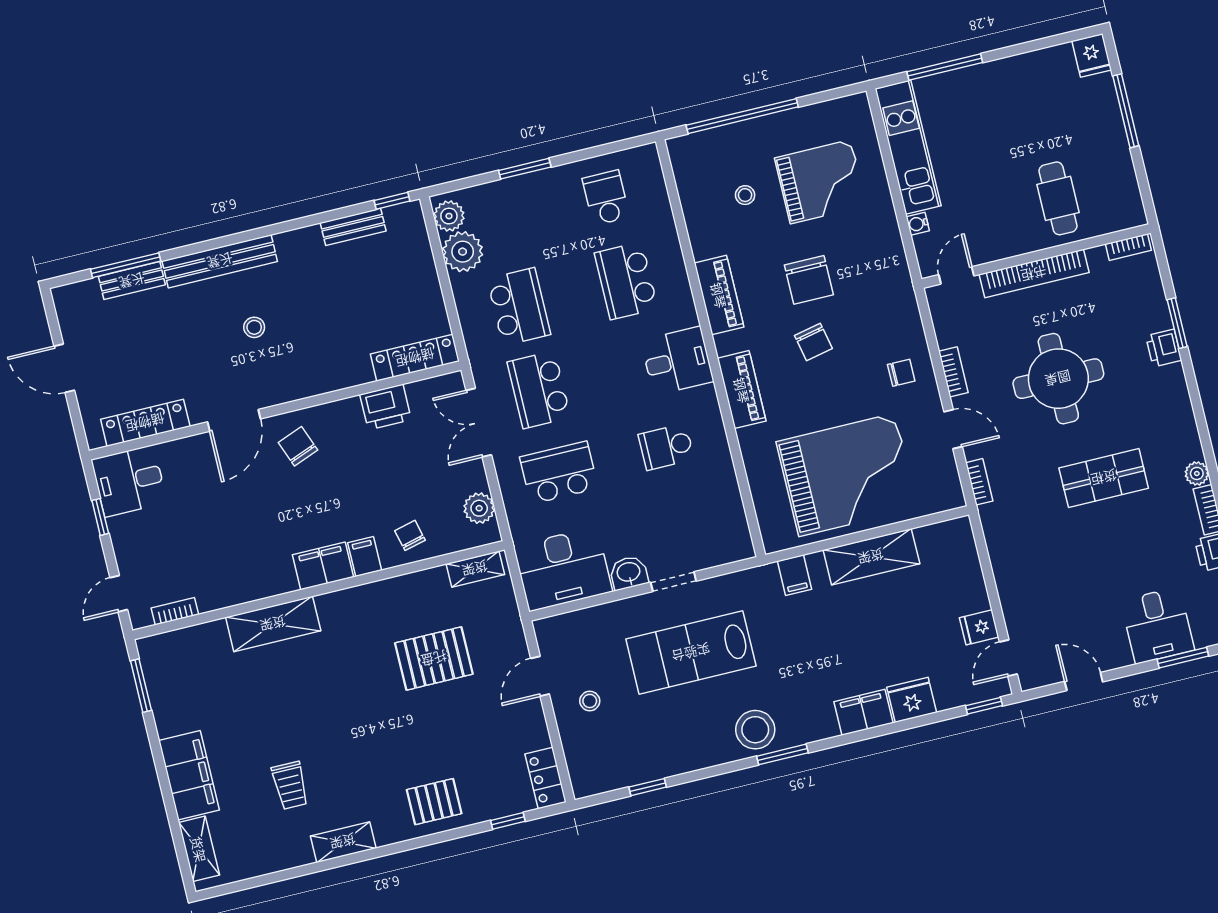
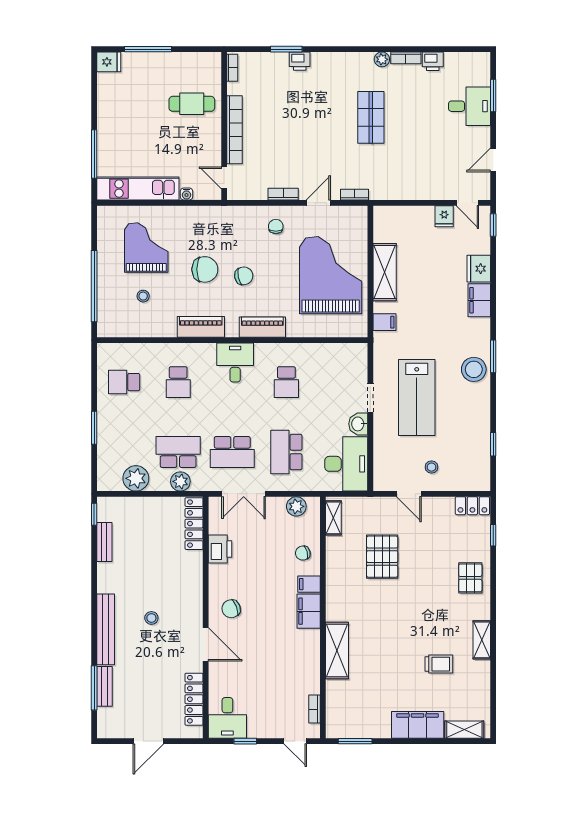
plant: (449, 216) -> (180, 481), moved
school desk: (626, 281) -> (178, 382), width x0.54
round table: (1058, 379) -> (303, 130), removed

